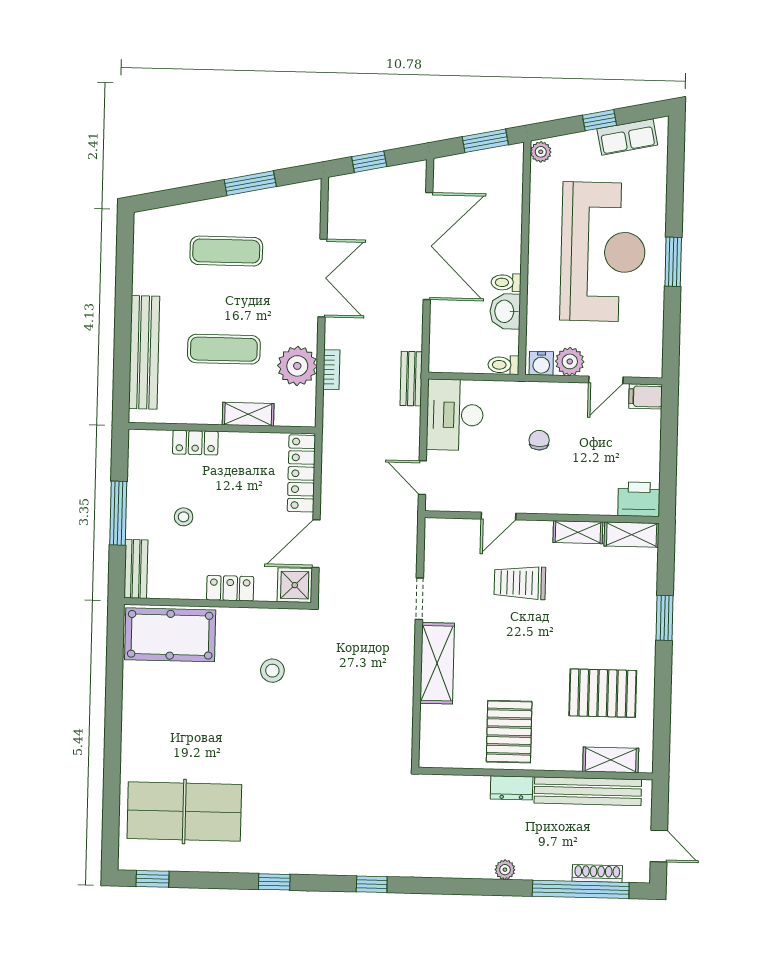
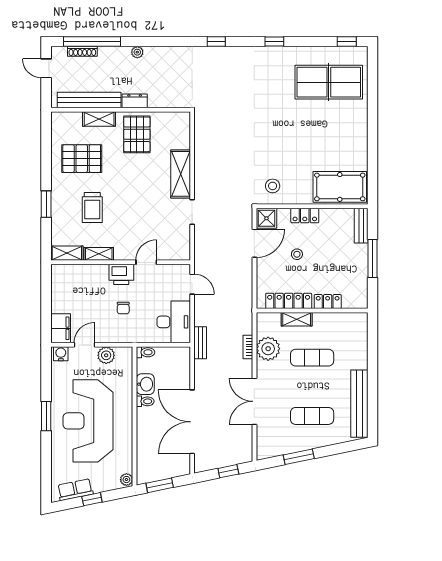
bench: (144, 352) -> (359, 404), moved
water cooler: (541, 363) -> (61, 354), moved
filing cabinet: (646, 396) -> (61, 328), width x2.00
locker: (301, 473) -> (289, 301), moved, turned -90
printer: (639, 499) -> (121, 274), moved
stool: (184, 517) -> (297, 254), moved
trolley: (520, 583) -> (92, 207), moved, turned 90
stool: (272, 671) -> (273, 186), moved
shelving: (611, 760) -> (99, 119), moved

